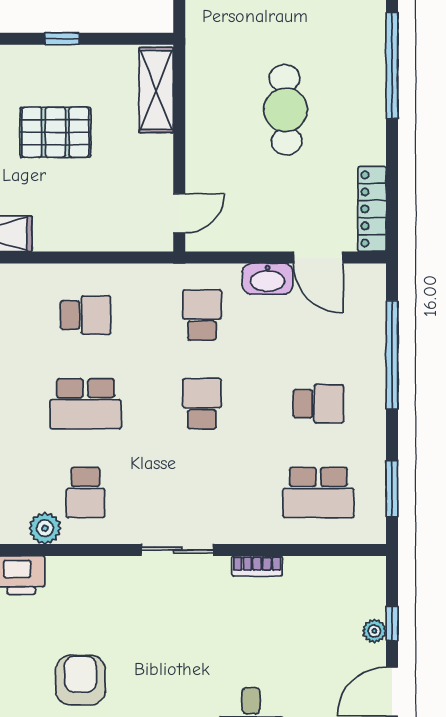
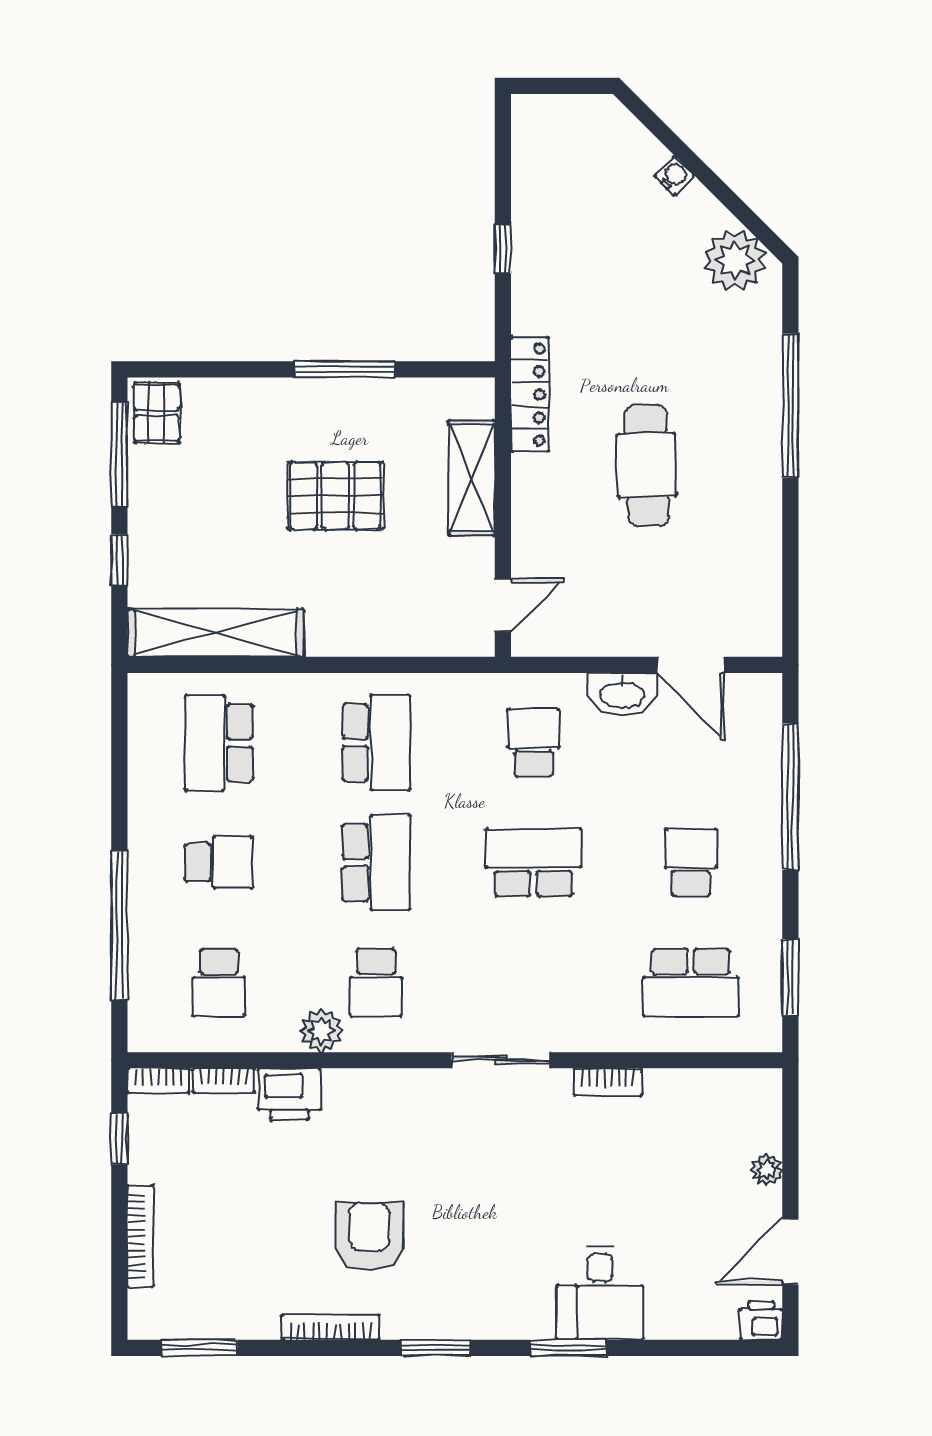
window: (62, 39) -> (345, 369), width x2.17
shelving: (156, 90) -> (472, 478), moved
locker: (372, 209) -> (530, 394), moved, turned 180
school desk: (86, 315) -> (376, 743), width x1.85
school desk: (86, 404) -> (376, 863), turned -90
school desk: (202, 404) -> (534, 863), width x1.85
school desk: (318, 404) -> (691, 863), turned -90
window: (392, 624) -> (790, 1160), removed

